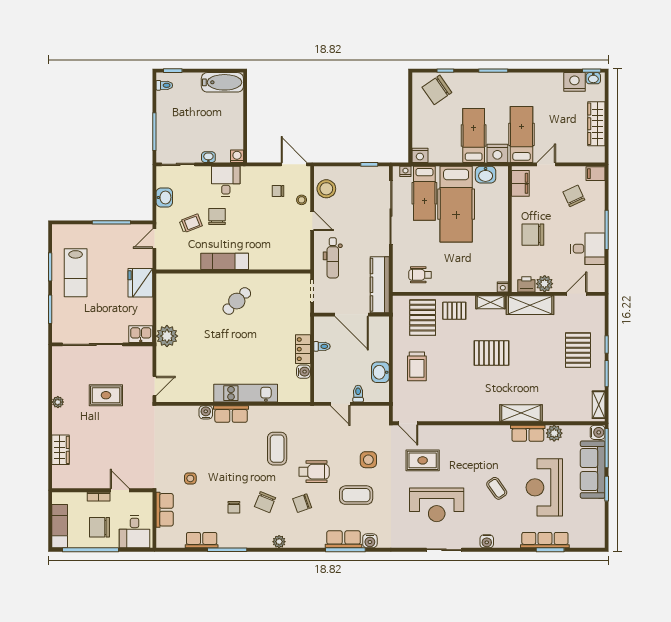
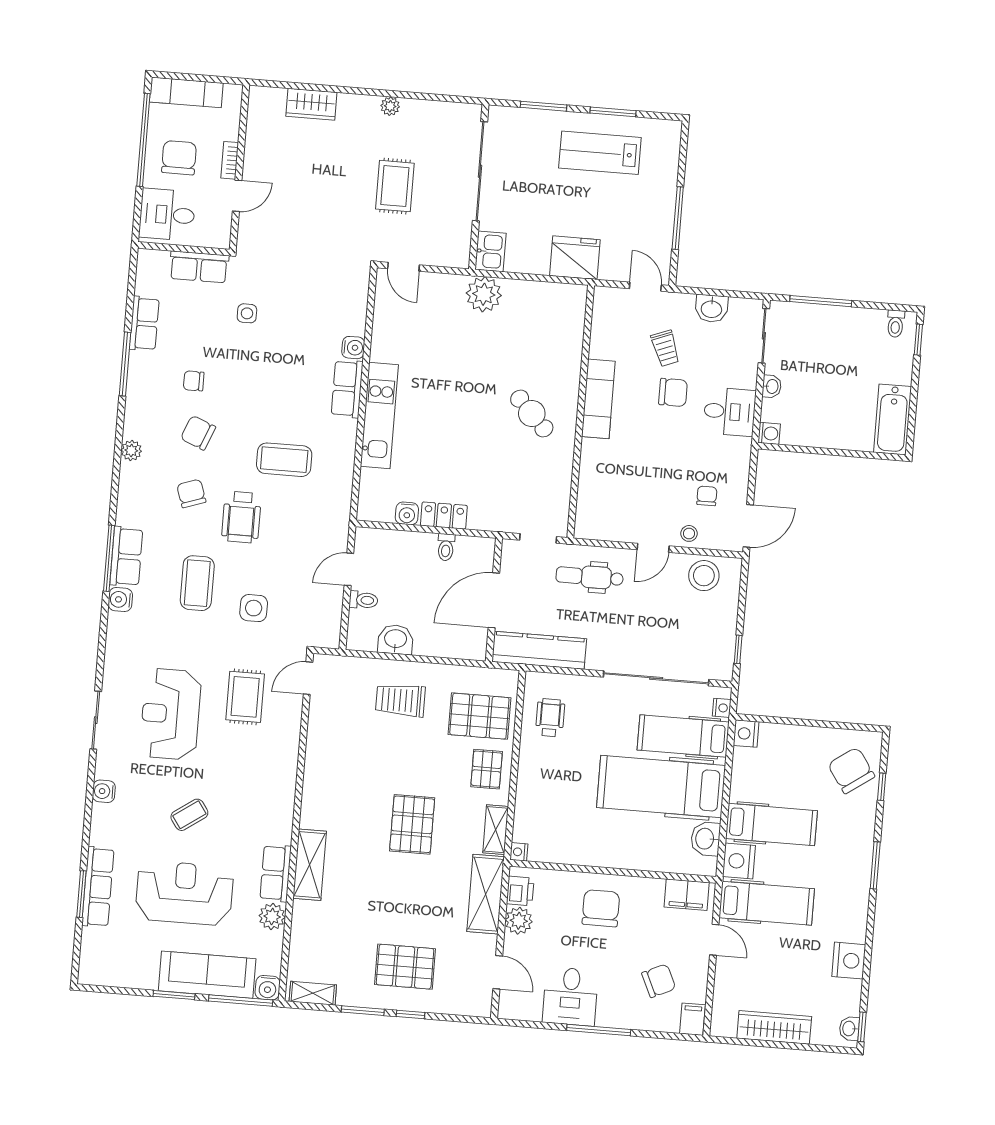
nightstand: (574, 82) -> (849, 961), moved

